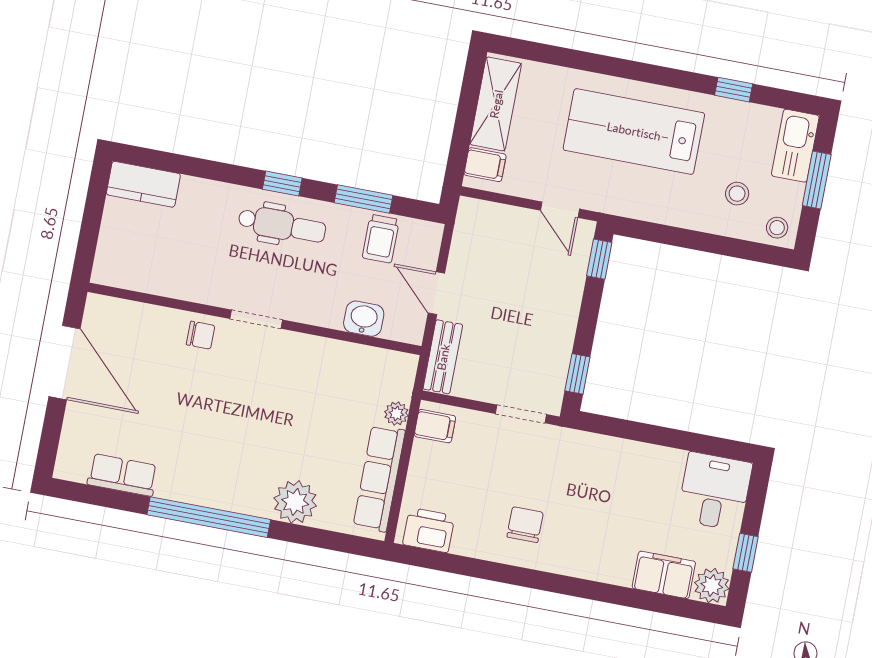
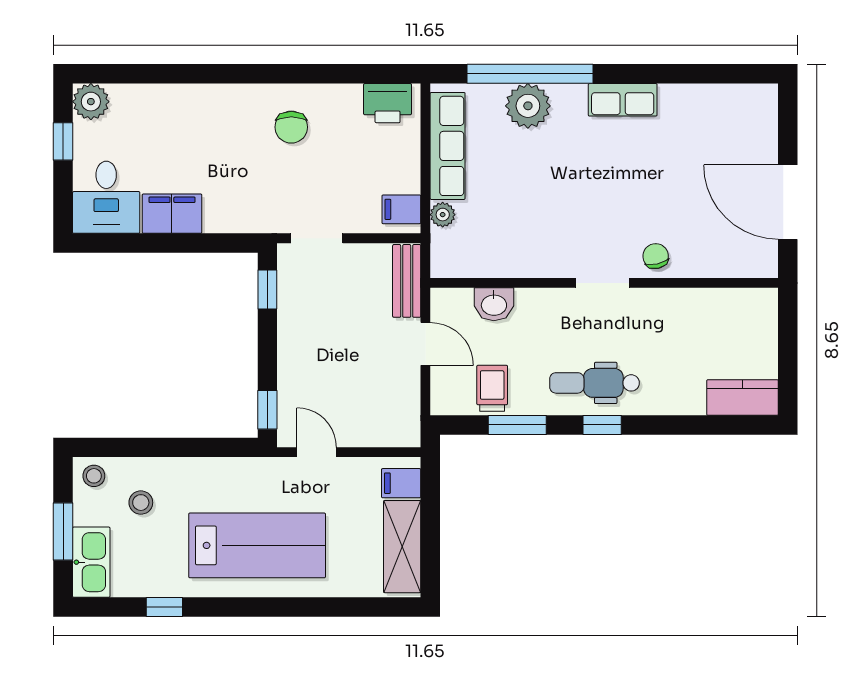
chair: (201, 335) -> (656, 256), turned 77
row of seats: (122, 475) -> (623, 100), moved
window: (209, 517) -> (530, 74), moved
filing cabinet: (664, 575) -> (172, 214), moved, turned 180

